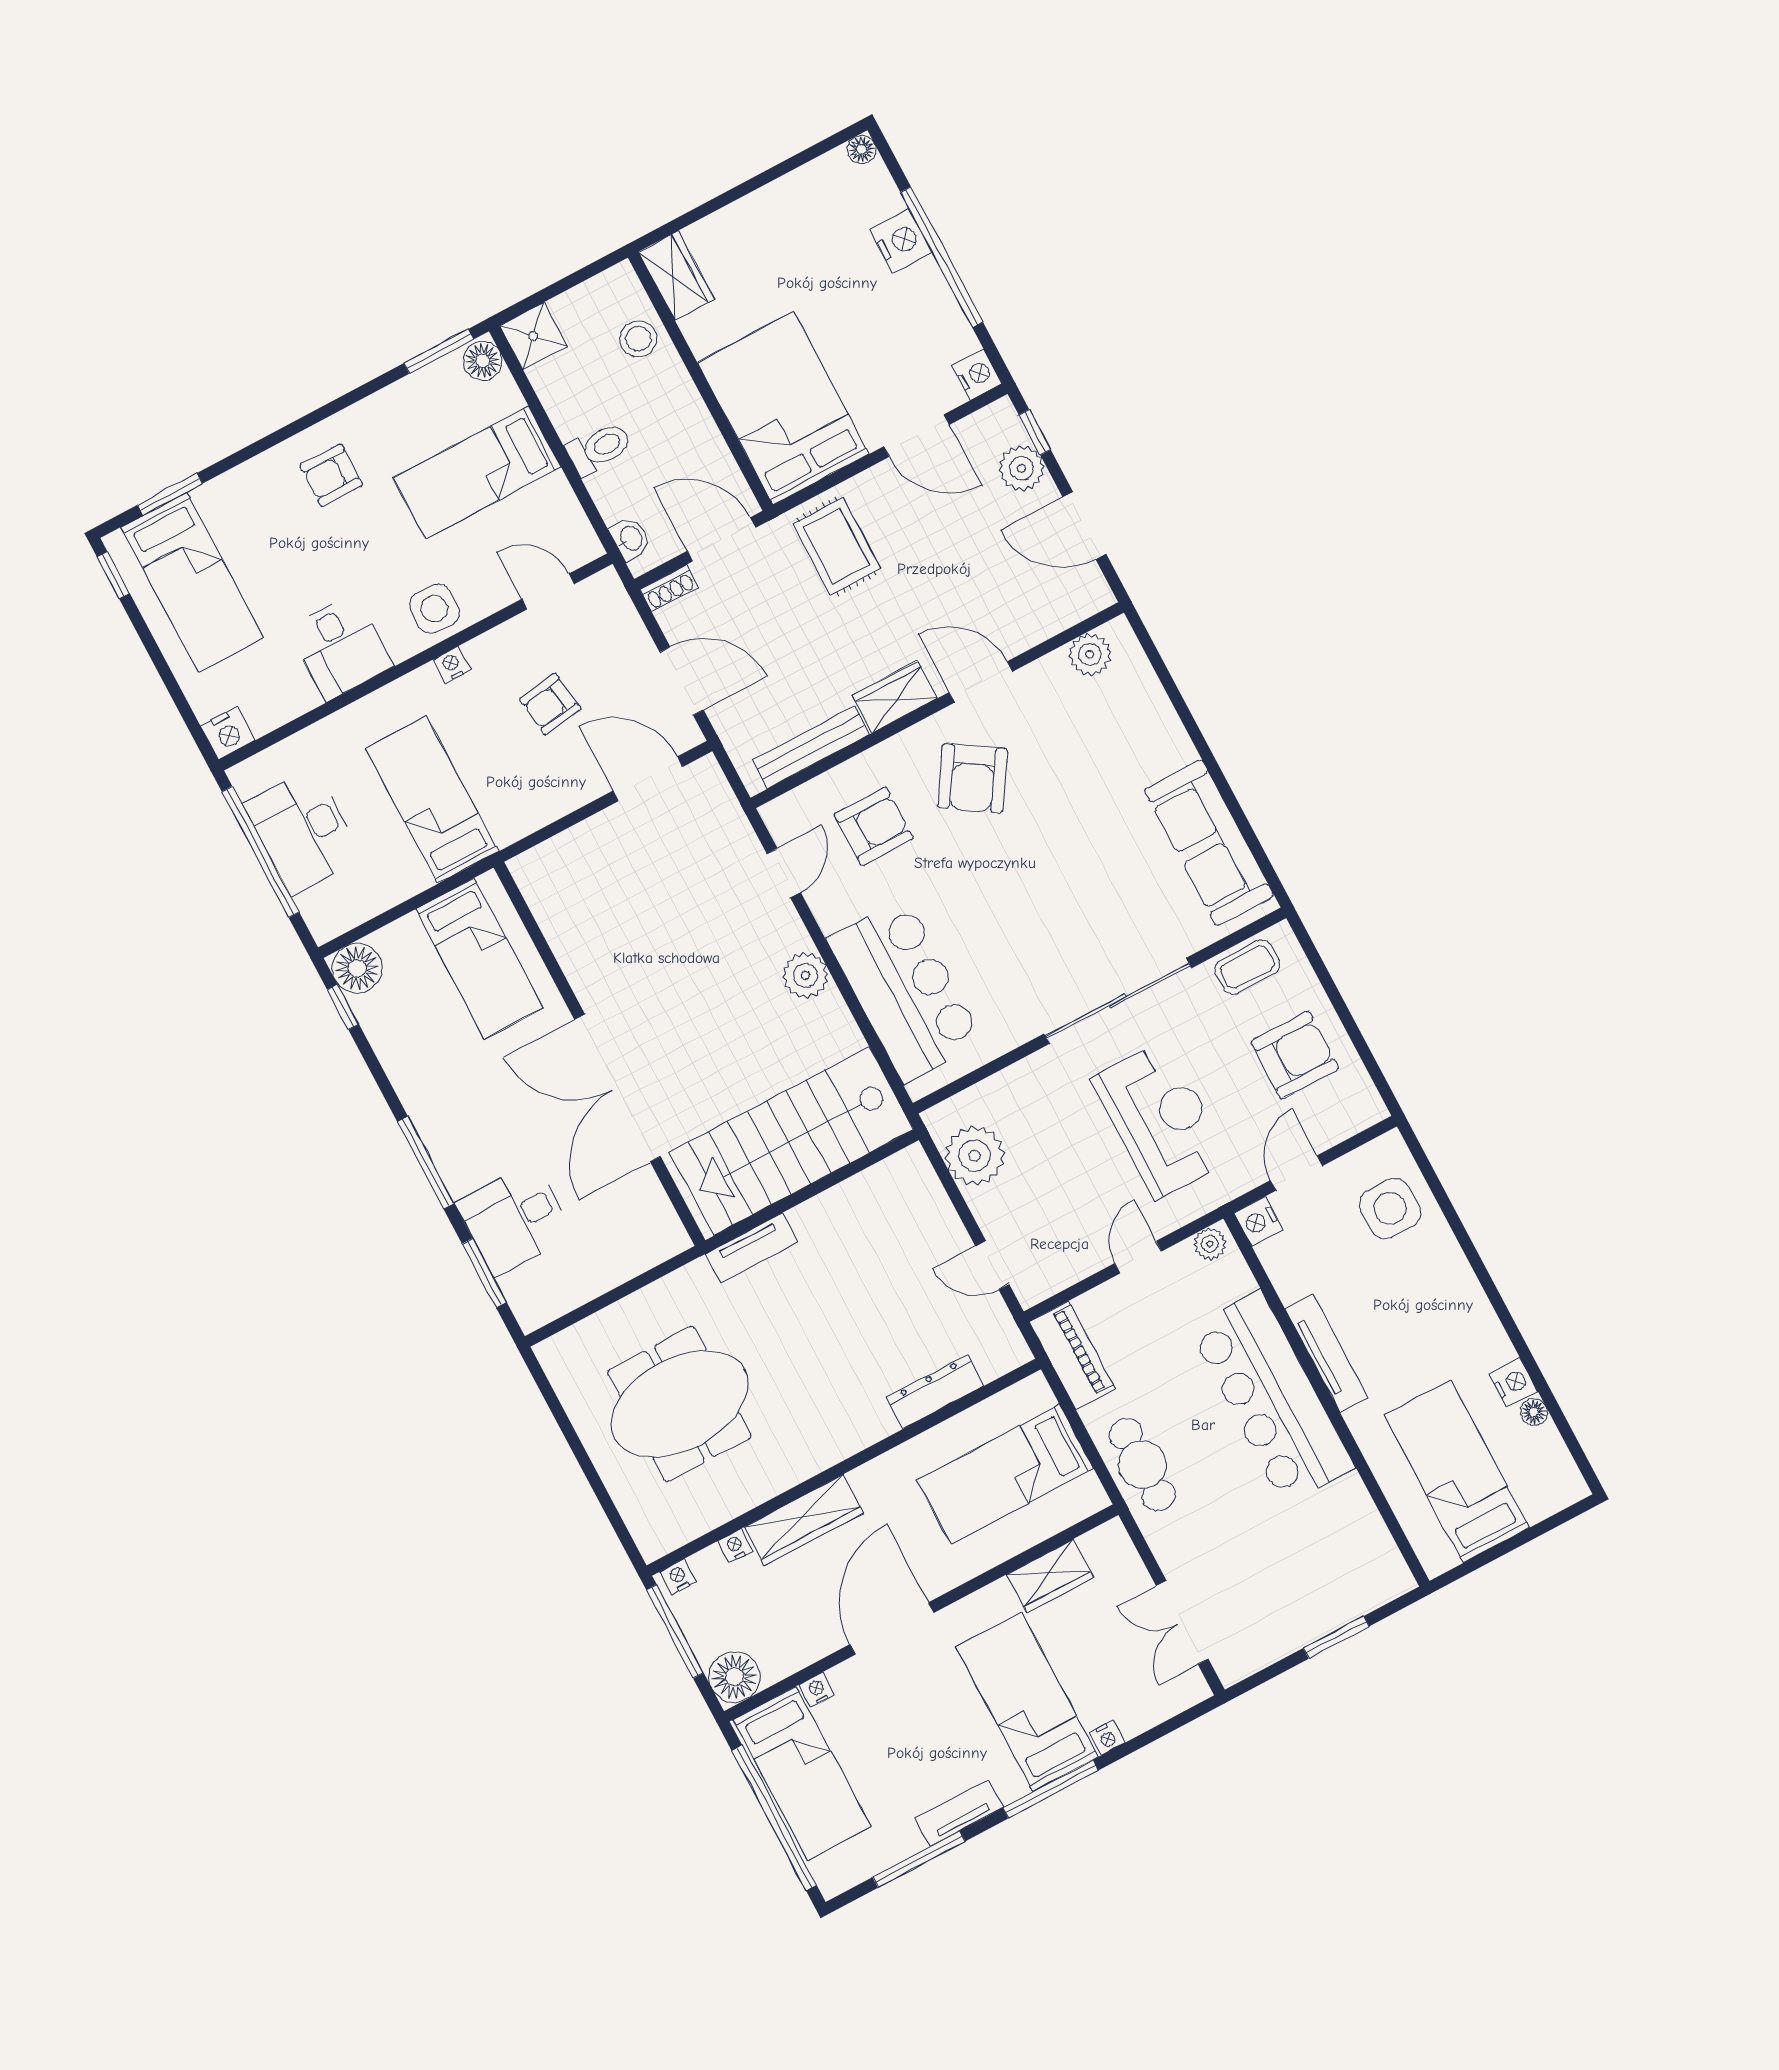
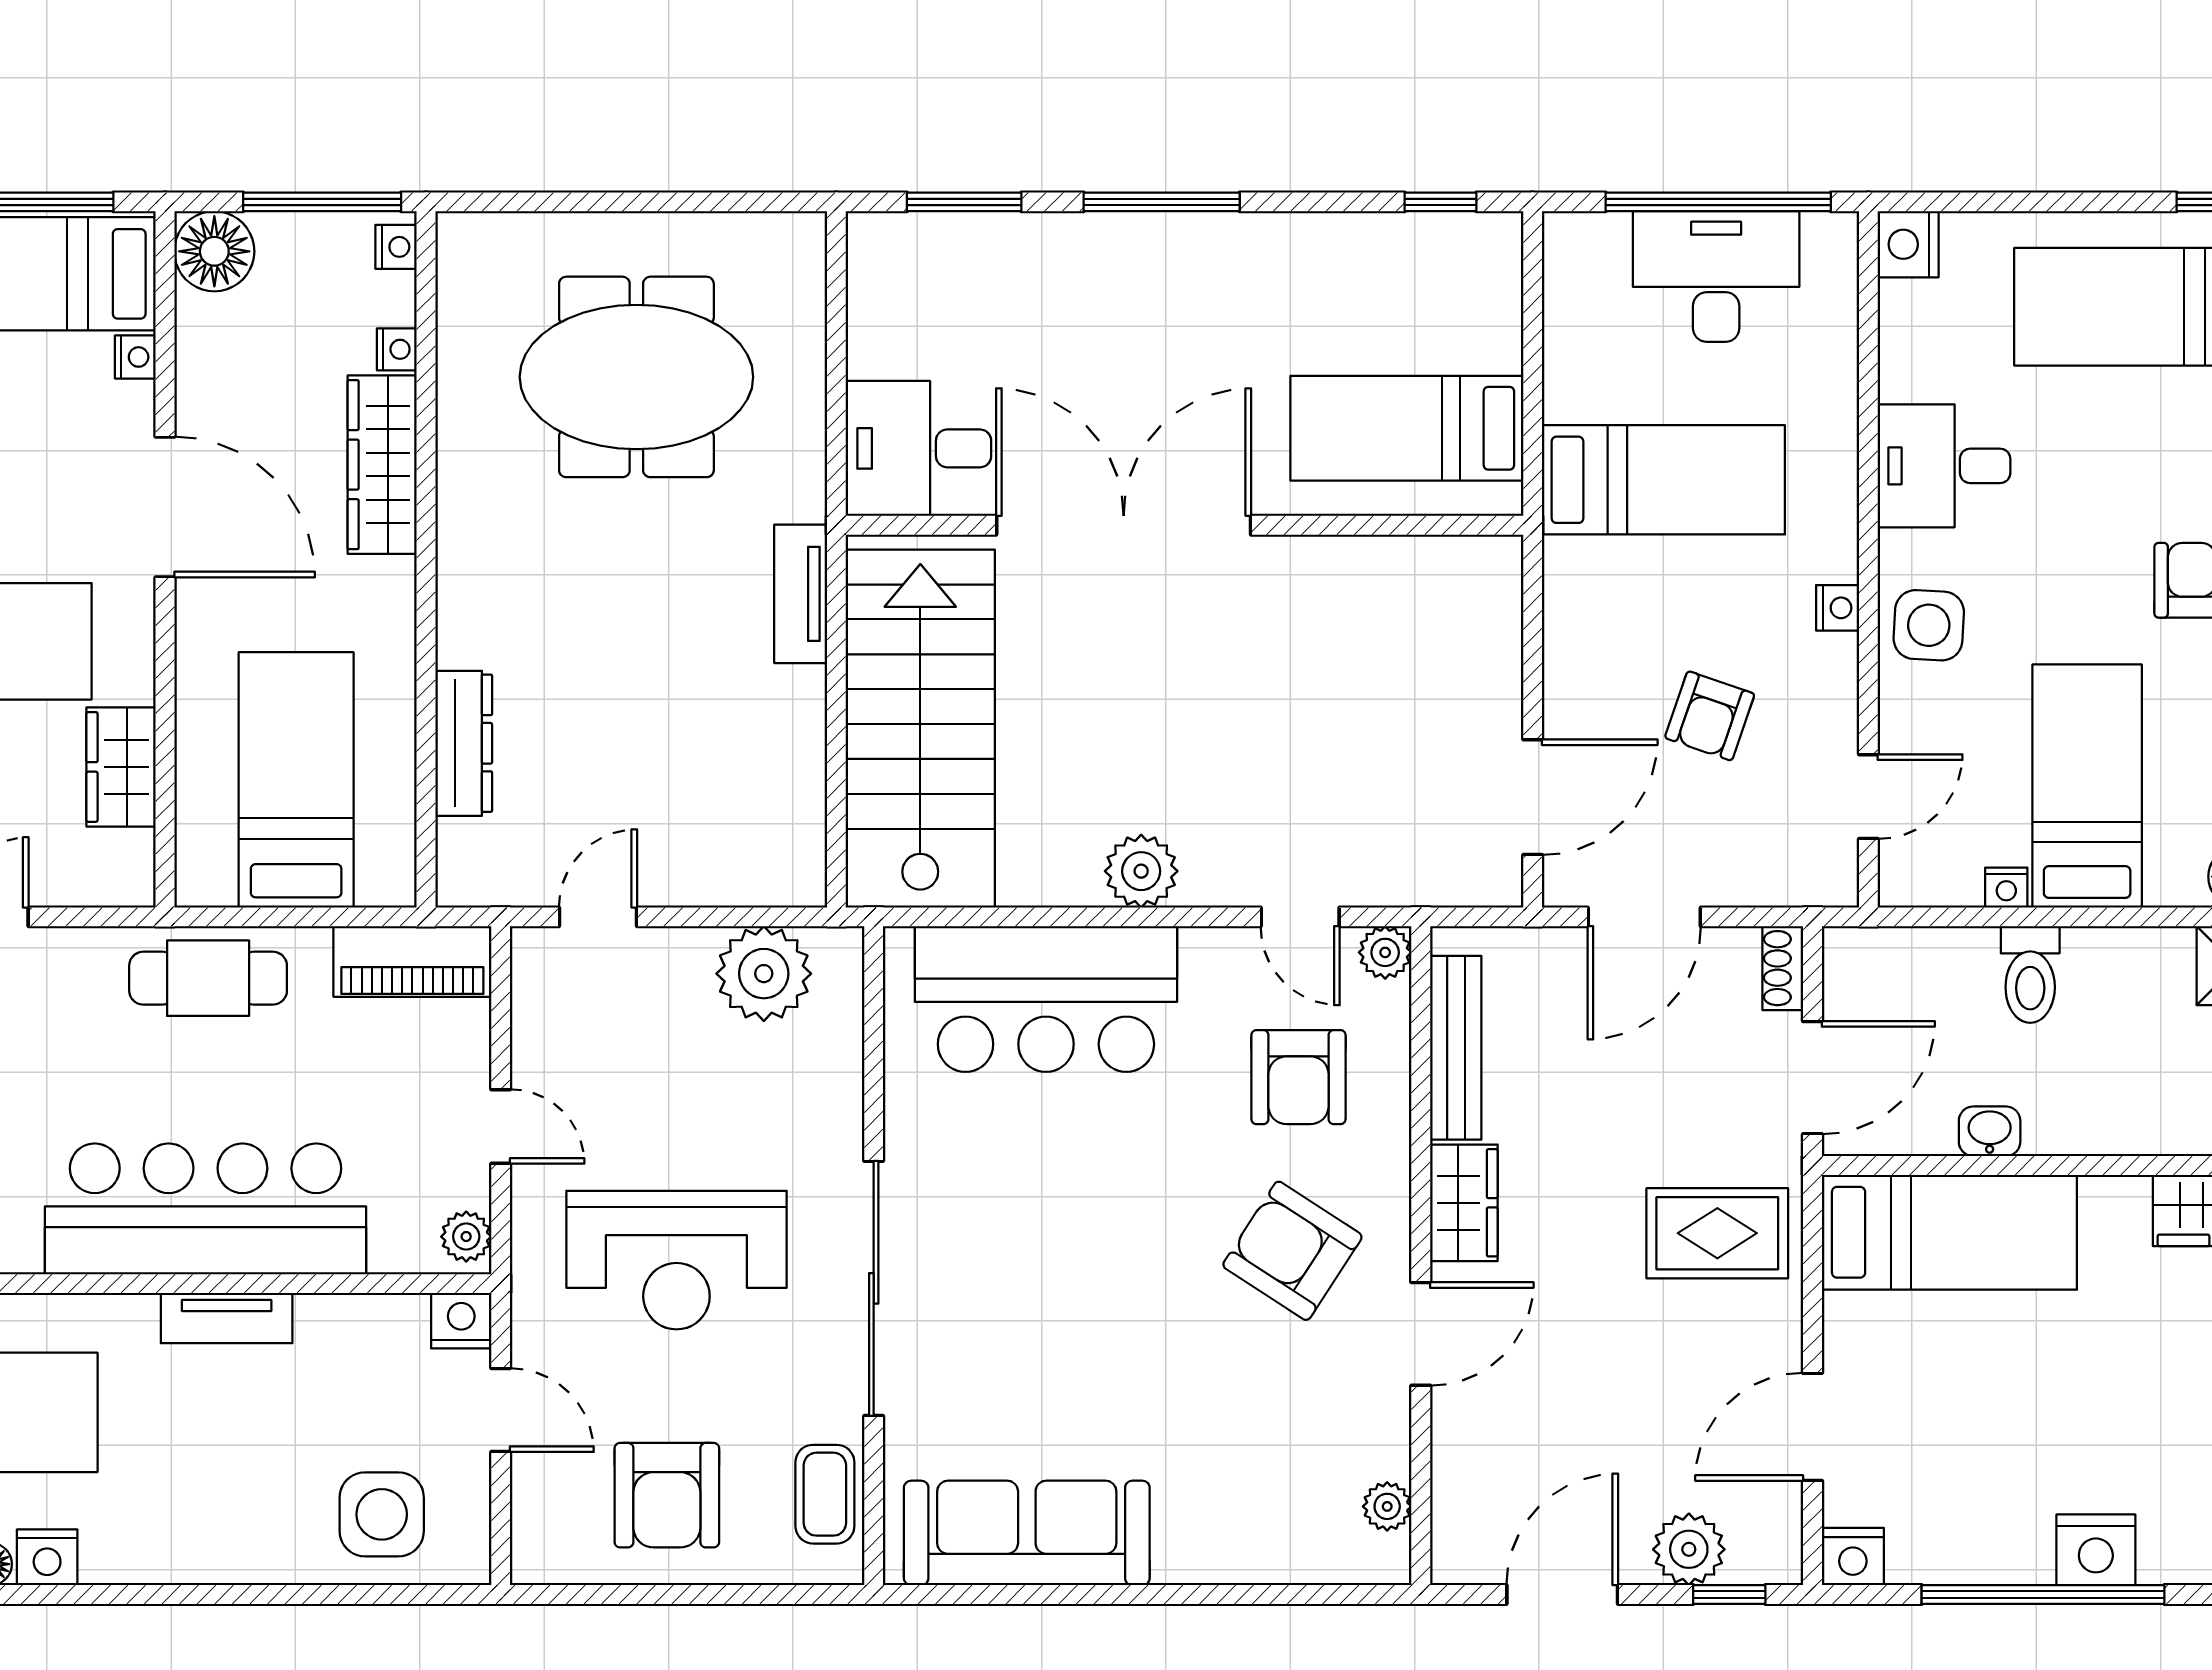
stool: (638, 339) -> (2154, 1110), removed
bed: (783, 408) -> (1949, 1232), width x0.67
nightstand: (558, 488) -> (2006, 888), added
washbasin: (630, 539) -> (1990, 1131), moved, turned 180
plant: (1090, 655) -> (1387, 1506), width x0.73, depth x0.73
armchair: (550, 704) -> (1710, 716), turned -153
plant: (778, 815) -> (1385, 952), added
floor lamp: (357, 968) -> (1484, 251), removed
desk: (515, 1219) -> (918, 448), moved, turned -90
tv unit: (1327, 1353) -> (227, 1318), width x0.71
meeting table: (679, 1404) -> (636, 377), turned 90

